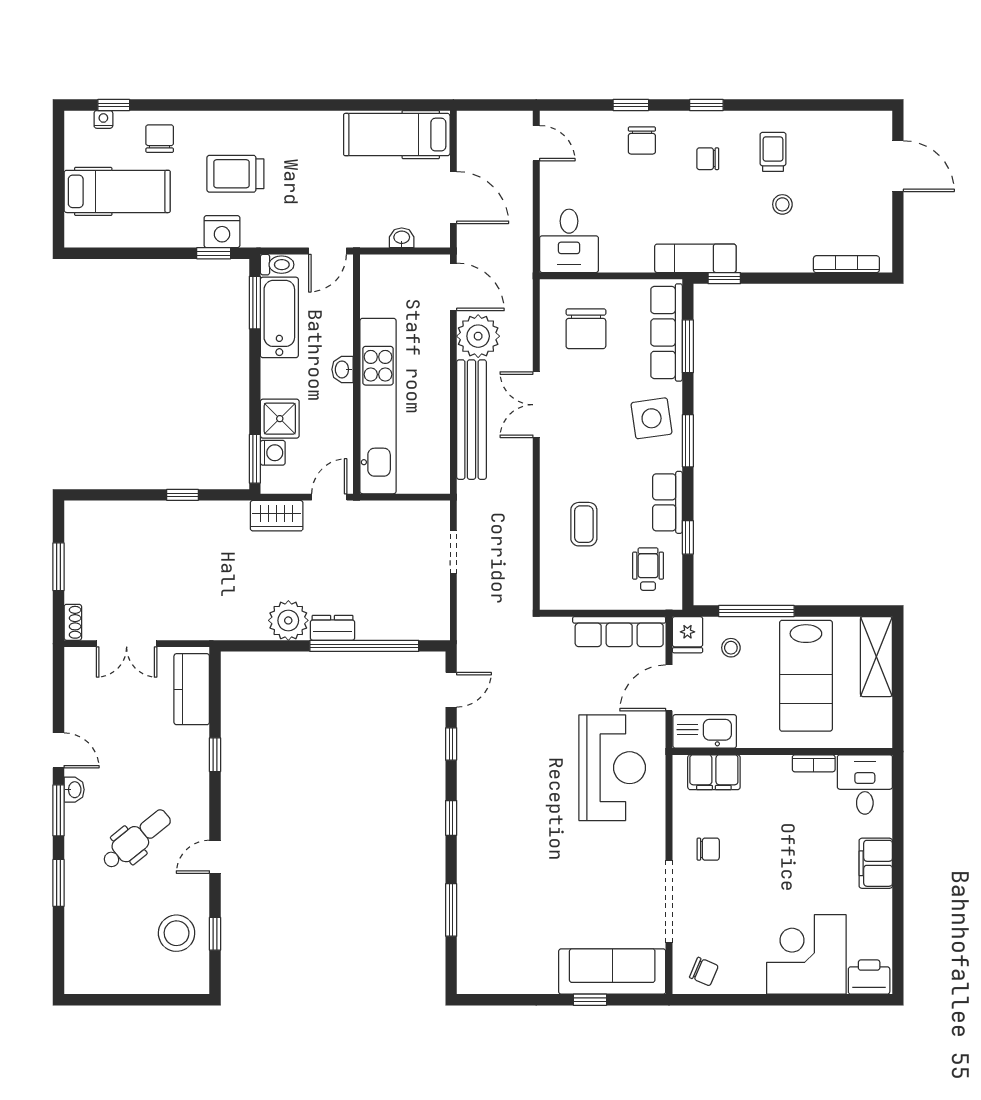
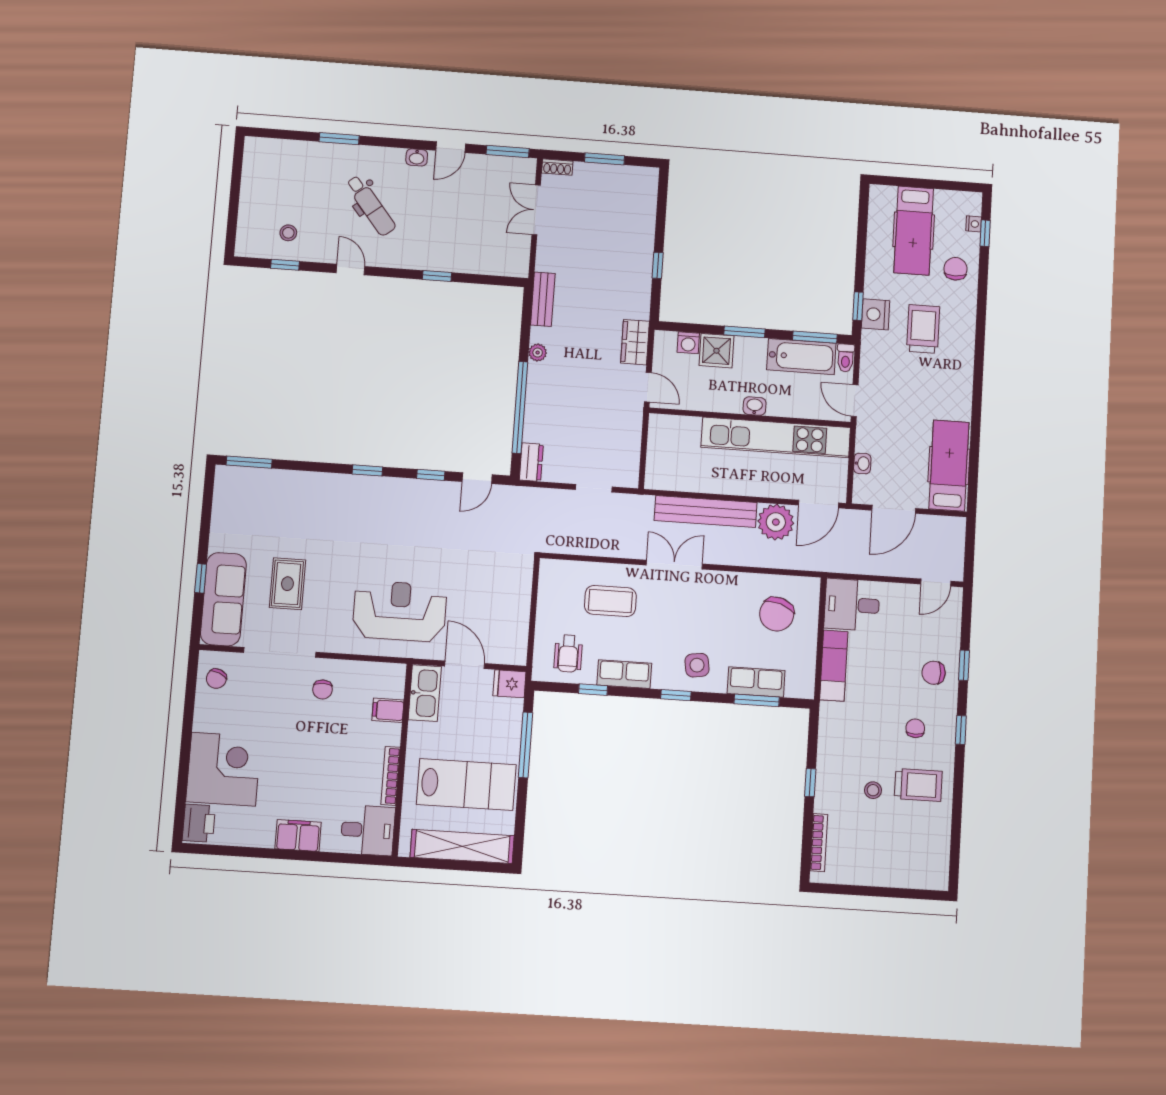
chair: (160, 139) -> (956, 269), turned -90
trolley: (773, 152) -> (918, 785), width x1.36, depth x1.39
door: (898, 166) -> (900, 893), removed
exam couch: (695, 258) -> (834, 666), moved
window: (724, 278) -> (810, 783), moved
chair: (586, 329) -> (777, 614), turned -72
row of seats: (667, 332) -> (756, 682), width x0.68
double door: (536, 405) -> (674, 565), moved
kitchen unit: (378, 406) -> (776, 437), moved
side table: (652, 418) -> (697, 665), width x0.73, depth x0.73
window: (688, 441) -> (676, 695), width x0.67
window: (255, 459) -> (744, 332), moved
coffee table: (584, 524) -> (610, 601), width x1.36, depth x1.30
wheelchair: (648, 569) -> (568, 653), turned 90
plant: (288, 620) -> (538, 353), width x0.53, depth x0.53
bench: (233, 628) -> (543, 299), added
dresser: (333, 628) -> (531, 462), moved
row of seats: (619, 632) -> (516, 625), removed
stool: (731, 648) -> (495, 721), removed
shelving: (876, 657) -> (462, 846), width x1.47
lab bench: (806, 676) -> (466, 784), turned 180
kitchen counter: (192, 689) -> (494, 261), removed
door: (451, 690) -> (477, 478), hinge flipped
bookcase: (814, 763) -> (391, 776), width x1.56
reception desk: (612, 768) -> (400, 611), turned 180
filing cabinet: (714, 772) -> (388, 710), width x0.50
window: (58, 810) -> (508, 152), moved
rug: (589, 899) -> (287, 584), added
window: (451, 910) -> (249, 462), moved
stool: (177, 933) -> (288, 233), width x0.53, depth x0.53

